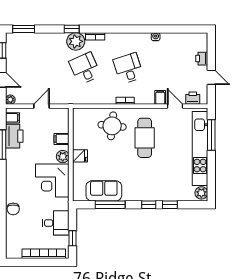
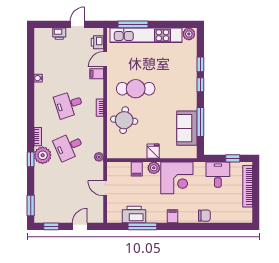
plant: (10, 100) -> (99, 157), moved
filing cabinet: (13, 118) -> (173, 216), moved

